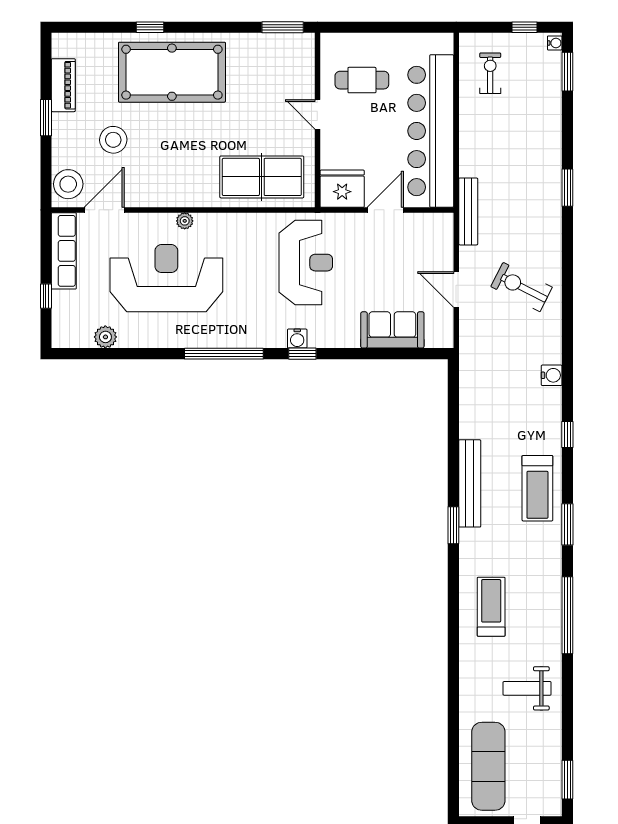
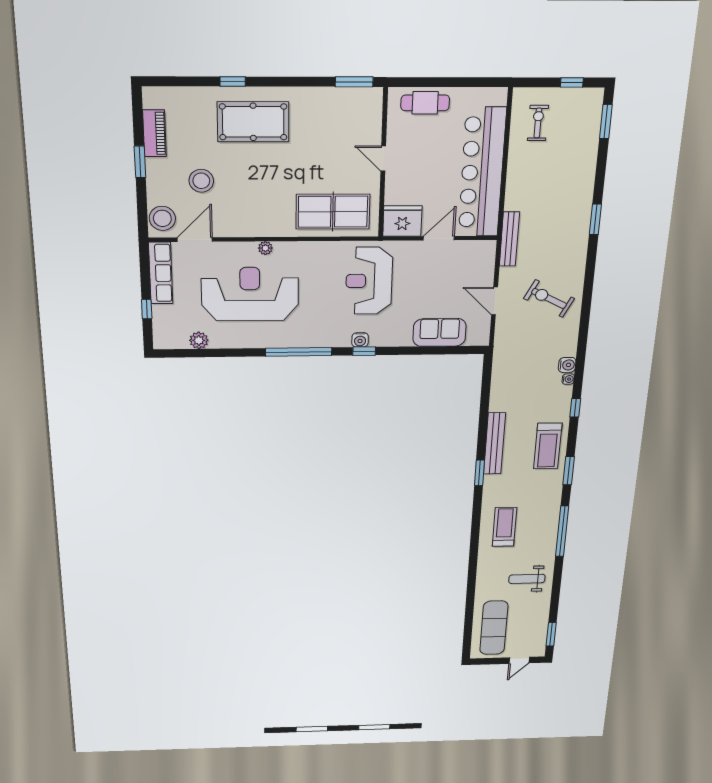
water cooler: (555, 43) -> (568, 379), moved
pool table: (172, 72) -> (253, 122), width x0.73, depth x0.76
cafe table: (362, 80) -> (425, 103), moved
reception desk: (306, 263) -> (369, 281), turned 180

